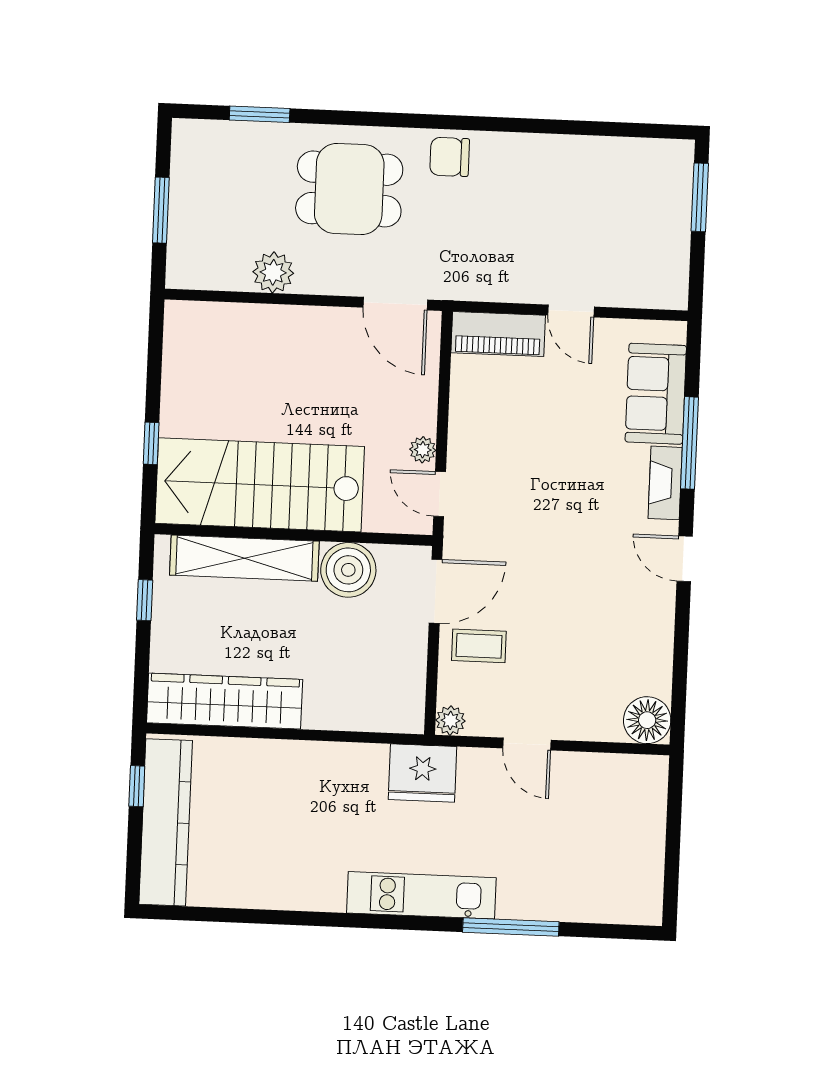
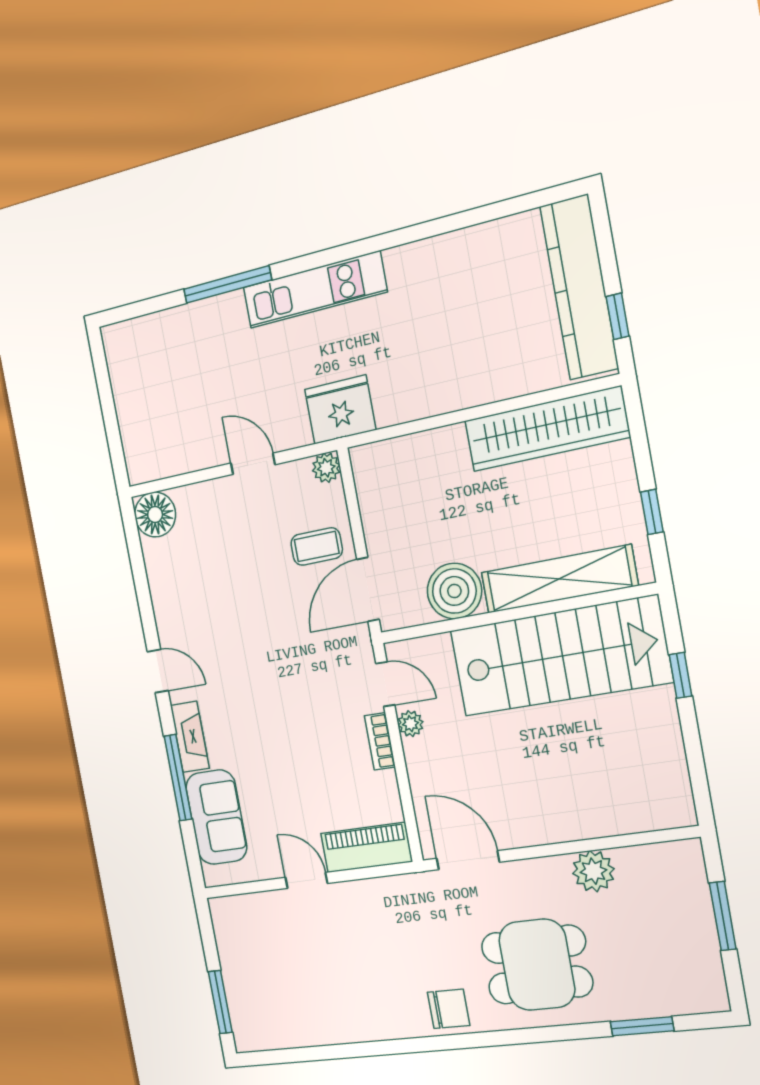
bookcase: (459, 438) -> (380, 741), added

